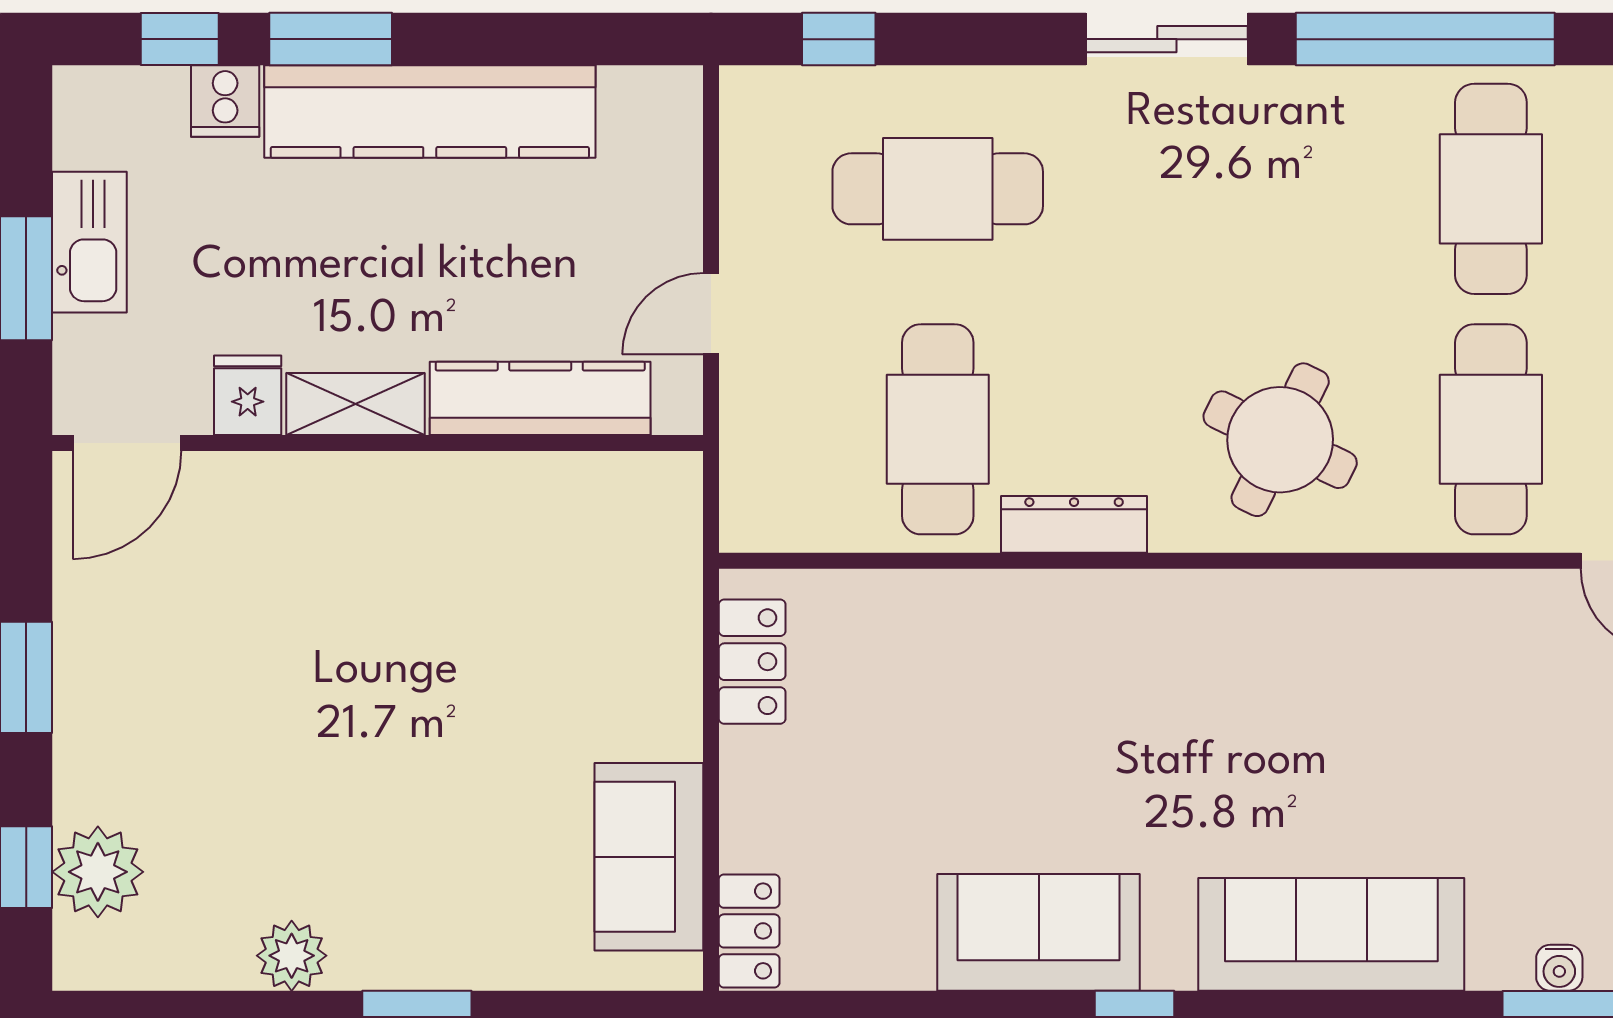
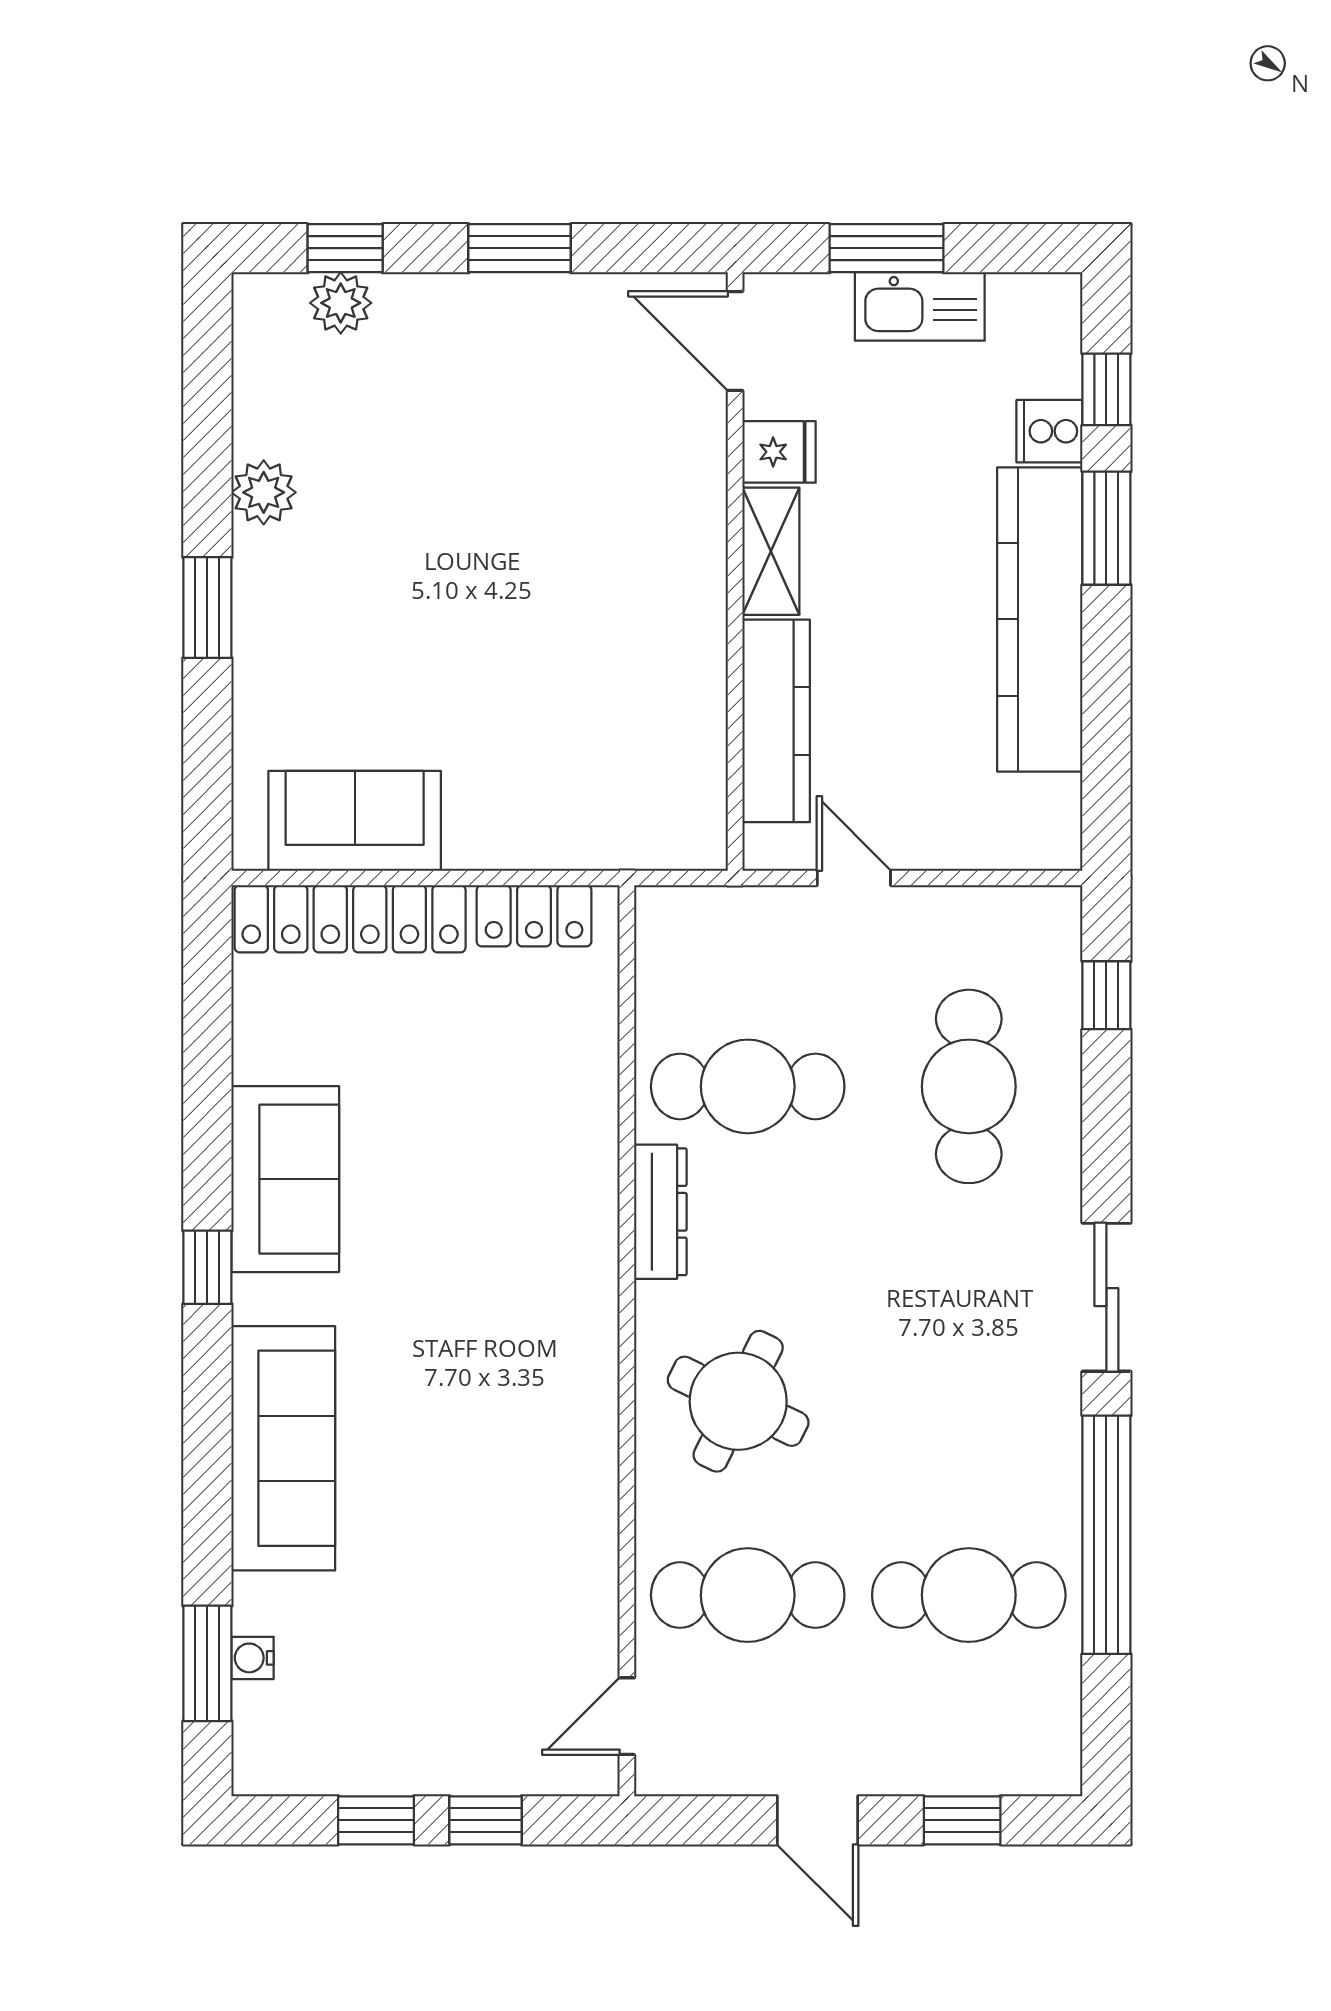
plant: (98, 872) -> (341, 303), width x0.73, depth x0.73
locker: (749, 931) -> (350, 919), width x2.16, depth x1.21

